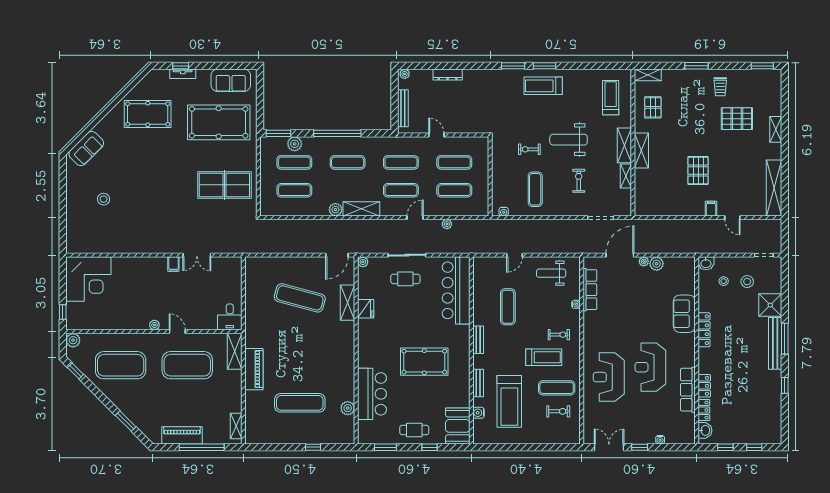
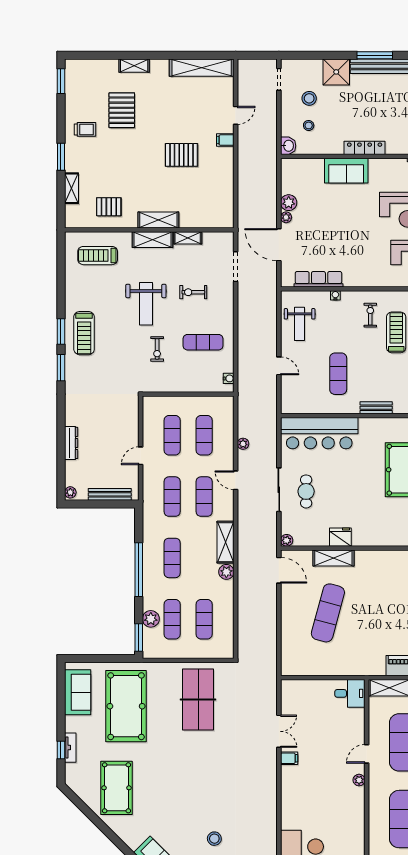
shelving: (648, 75) -> (71, 188), moved
exercise mat: (508, 307) -> (338, 374), turned 90

